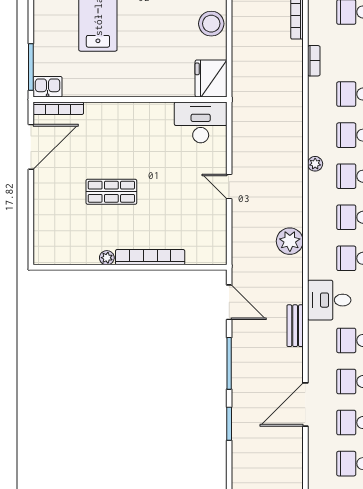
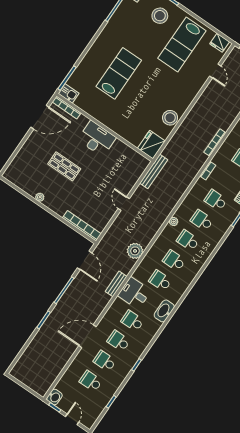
bench: (240, 113) -> (154, 171), added
desk: (201, 122) -> (97, 139), moved
bookcase: (150, 257) -> (82, 226), moved
bench: (295, 326) -> (116, 284), moved

